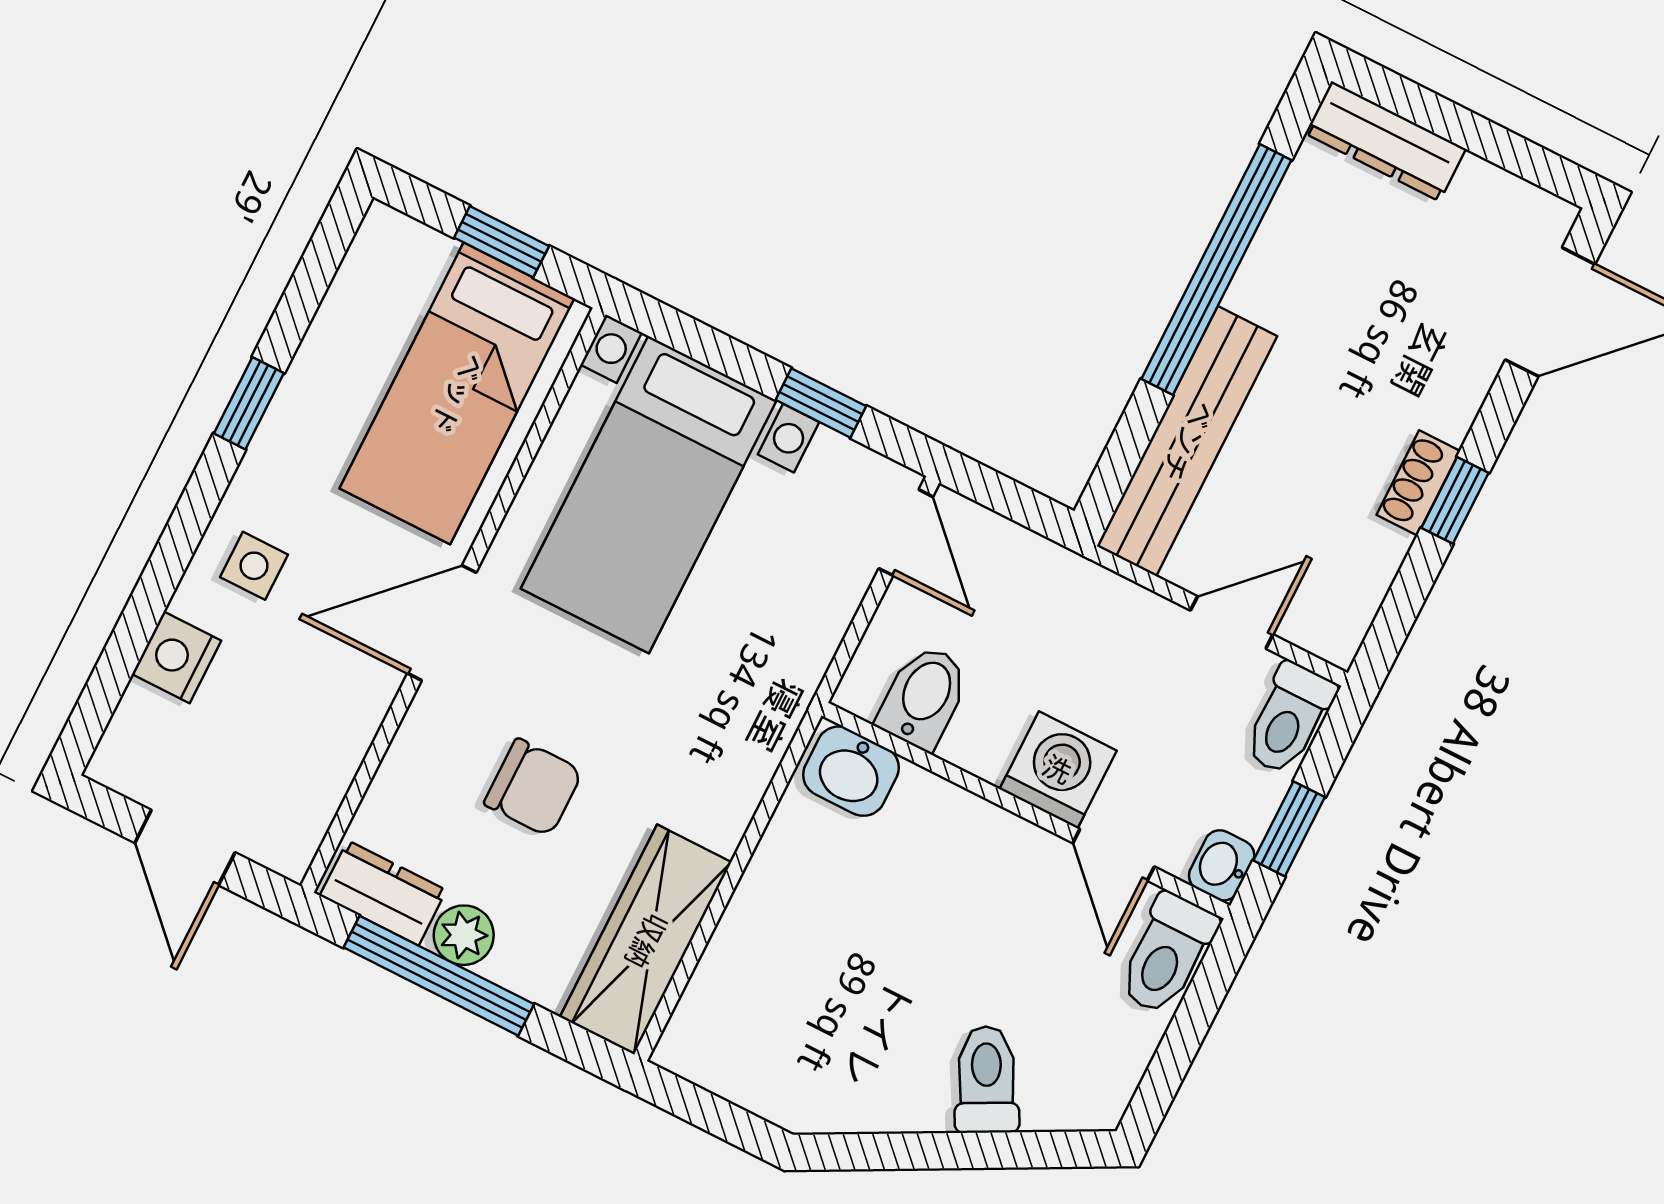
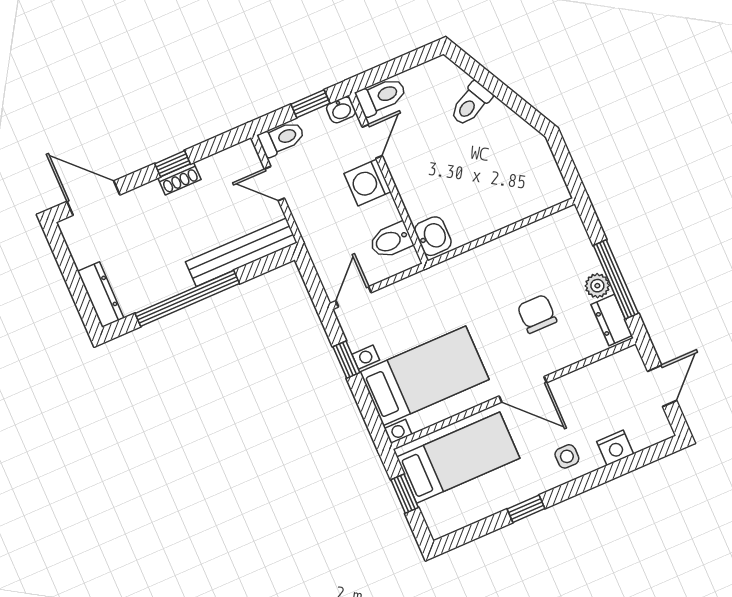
wardrobe: (646, 940) -> (541, 237), removed

